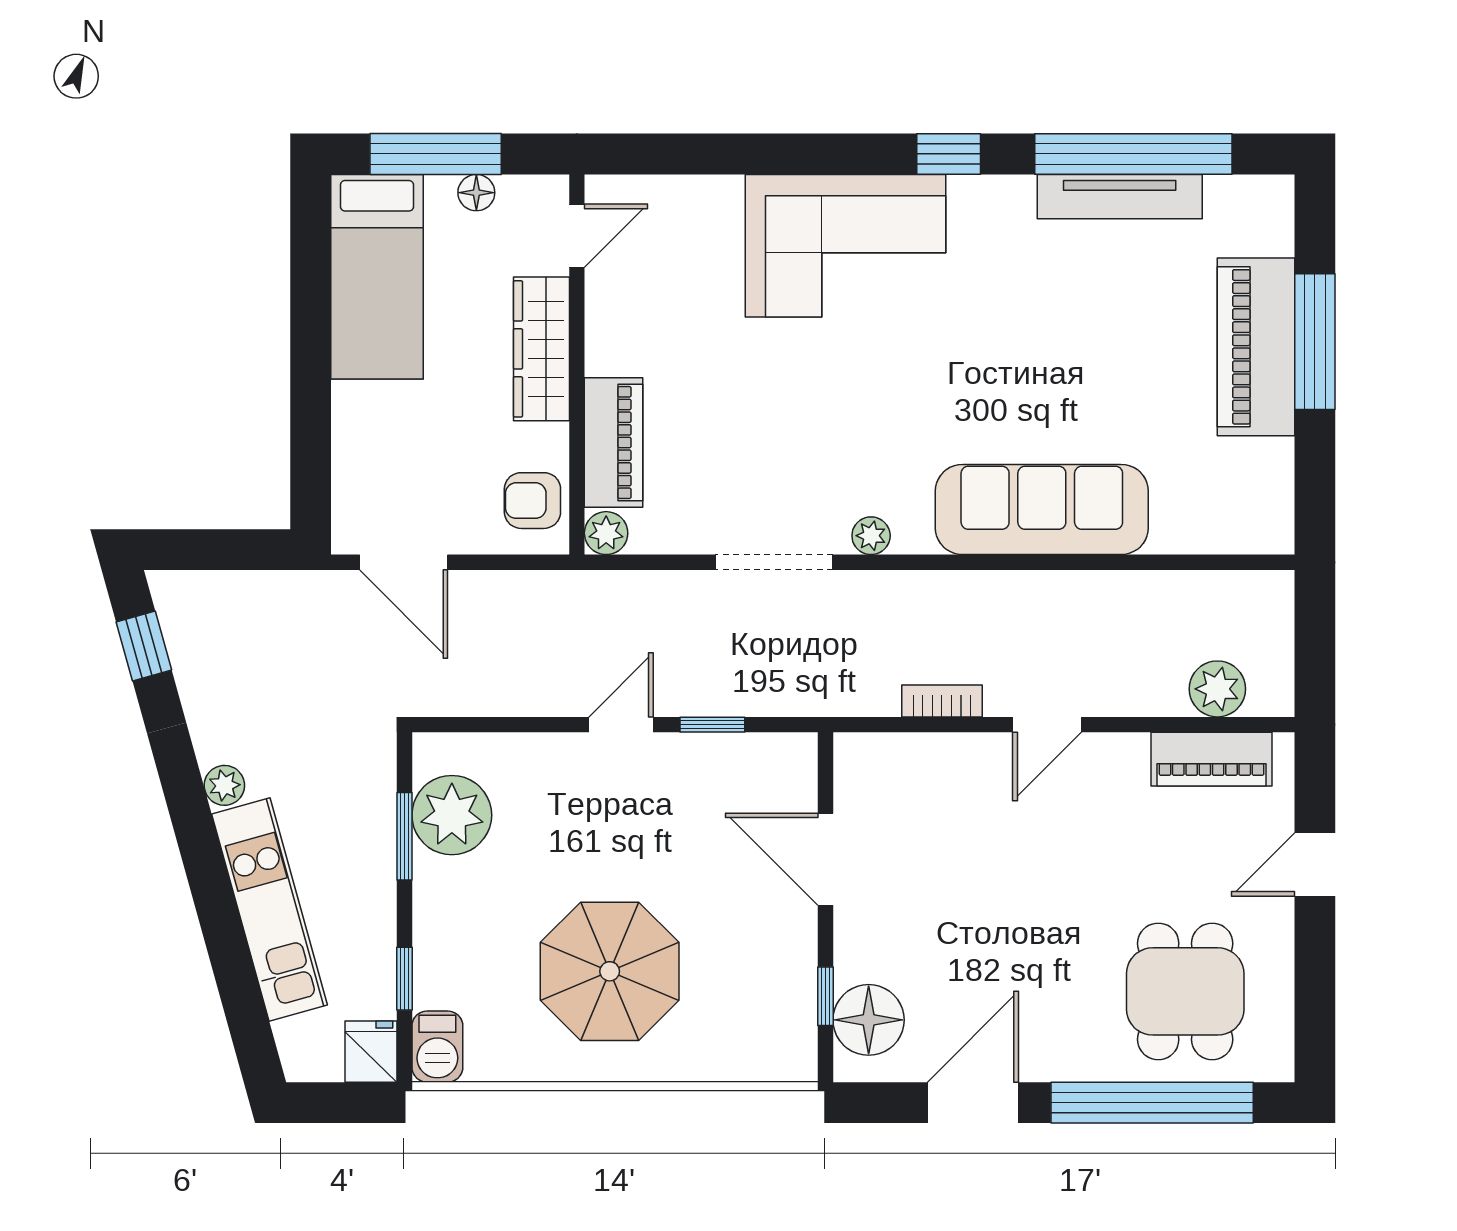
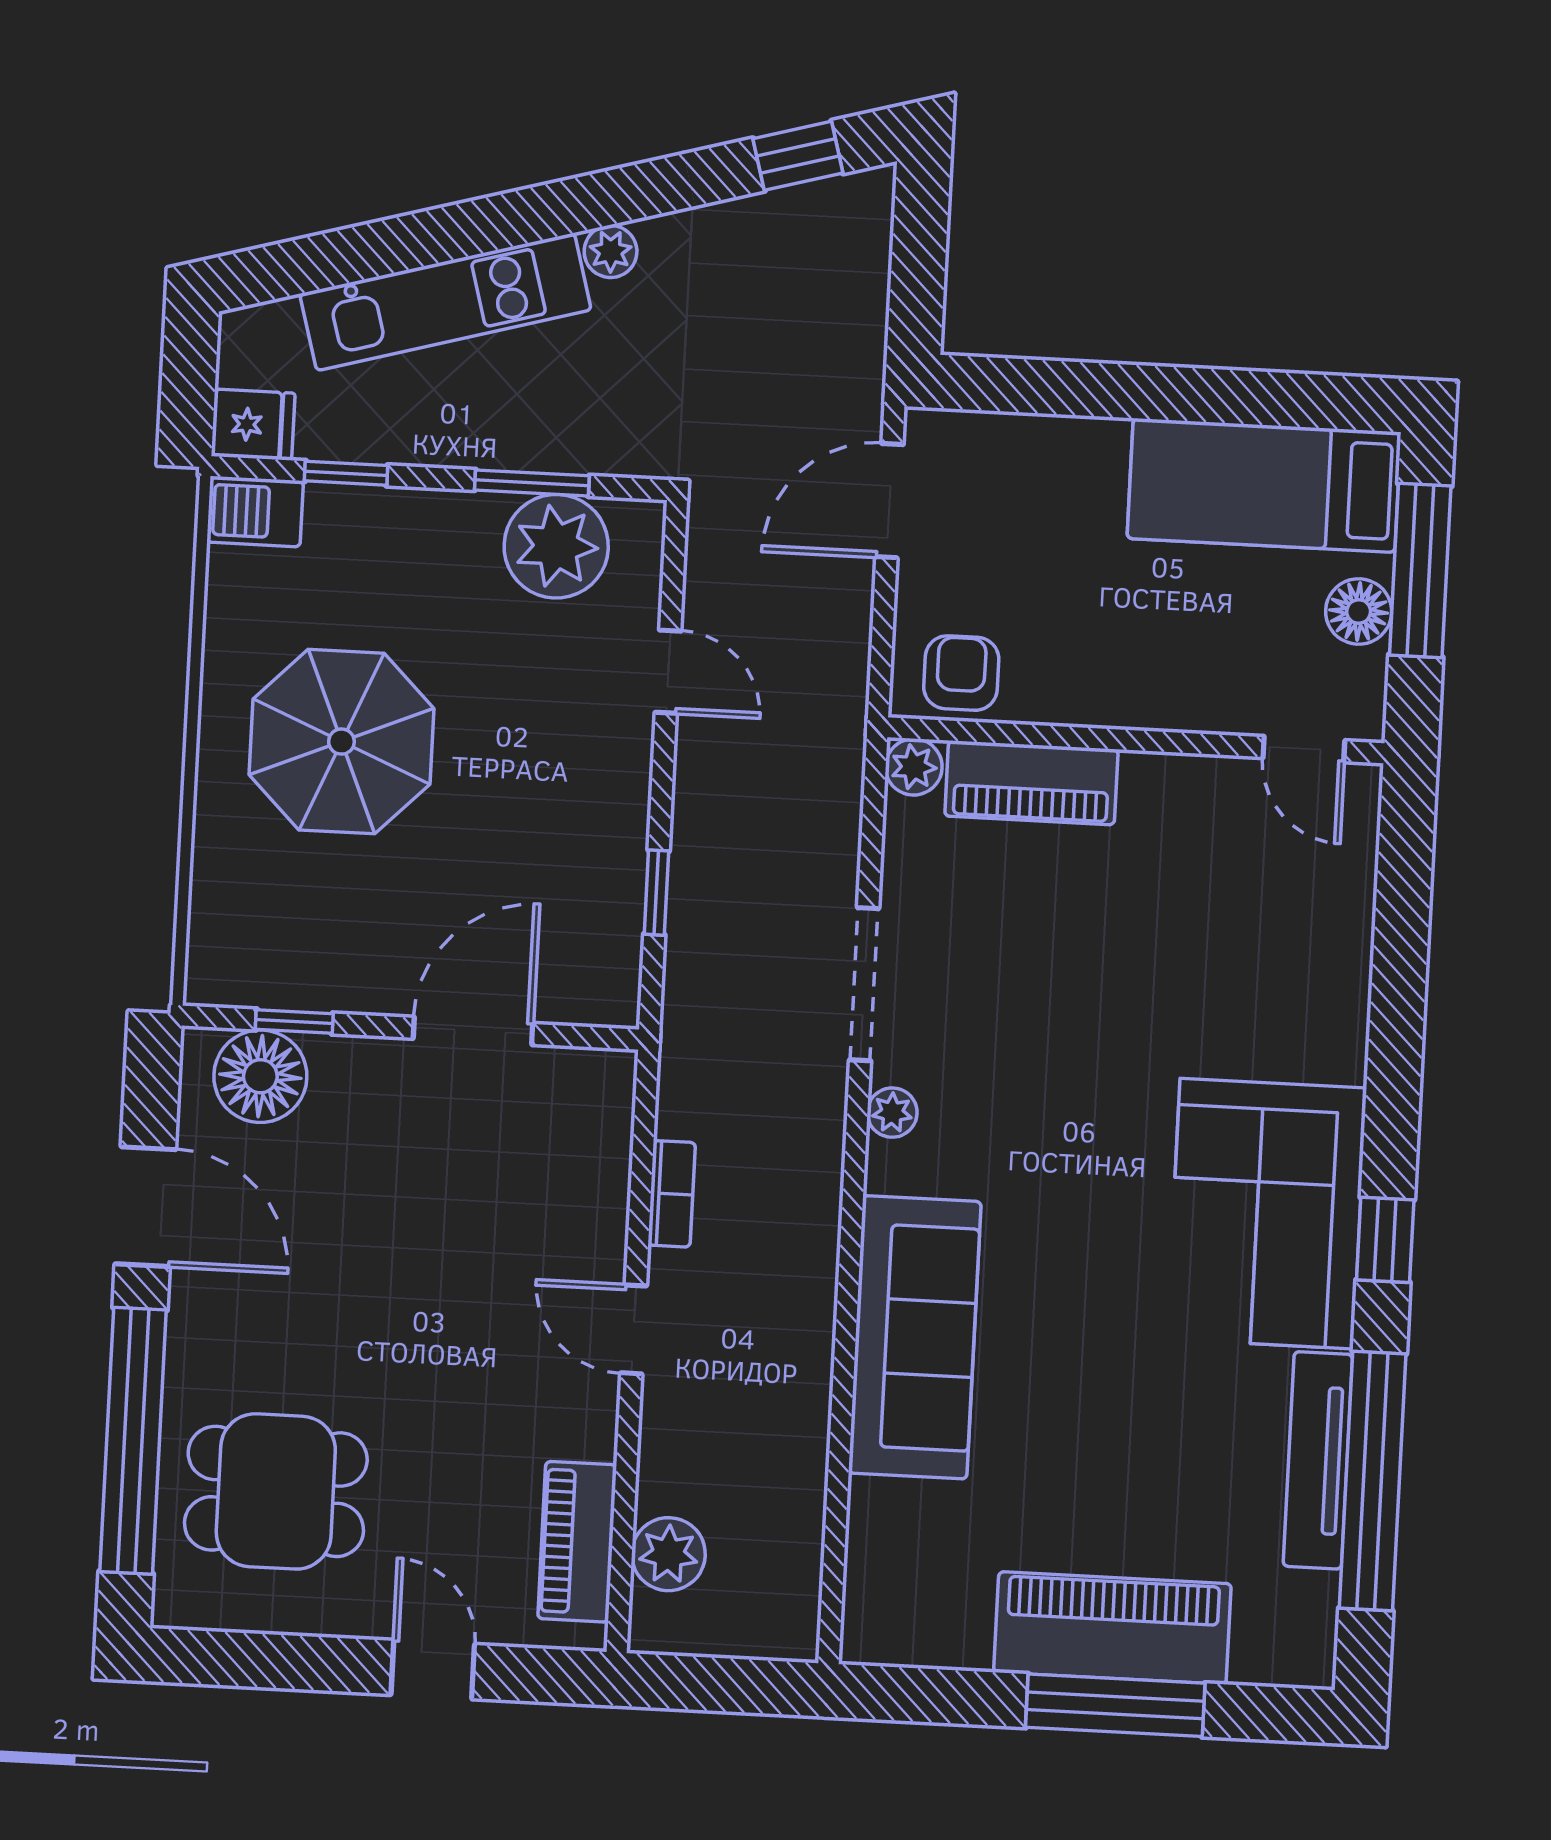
floor lamp: (476, 193) -> (1359, 612), width x1.37, depth x1.37
corner sofa: (846, 246) -> (1267, 1214), moved
wardrobe: (541, 349) -> (1159, 695), removed
door: (621, 725) -> (668, 672), moved

